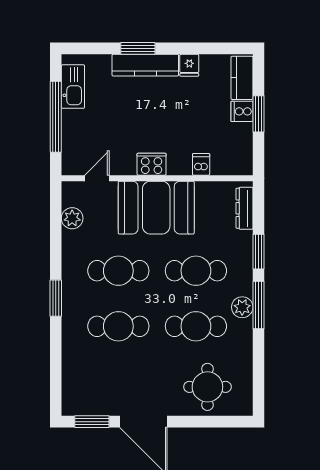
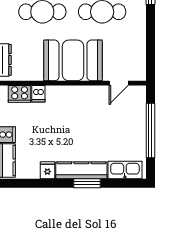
kitchen sink: (73, 87) -> (125, 170), moved, turned 90
cooker: (152, 164) -> (20, 94), moved
plant: (72, 218) -> (138, 52), removed

